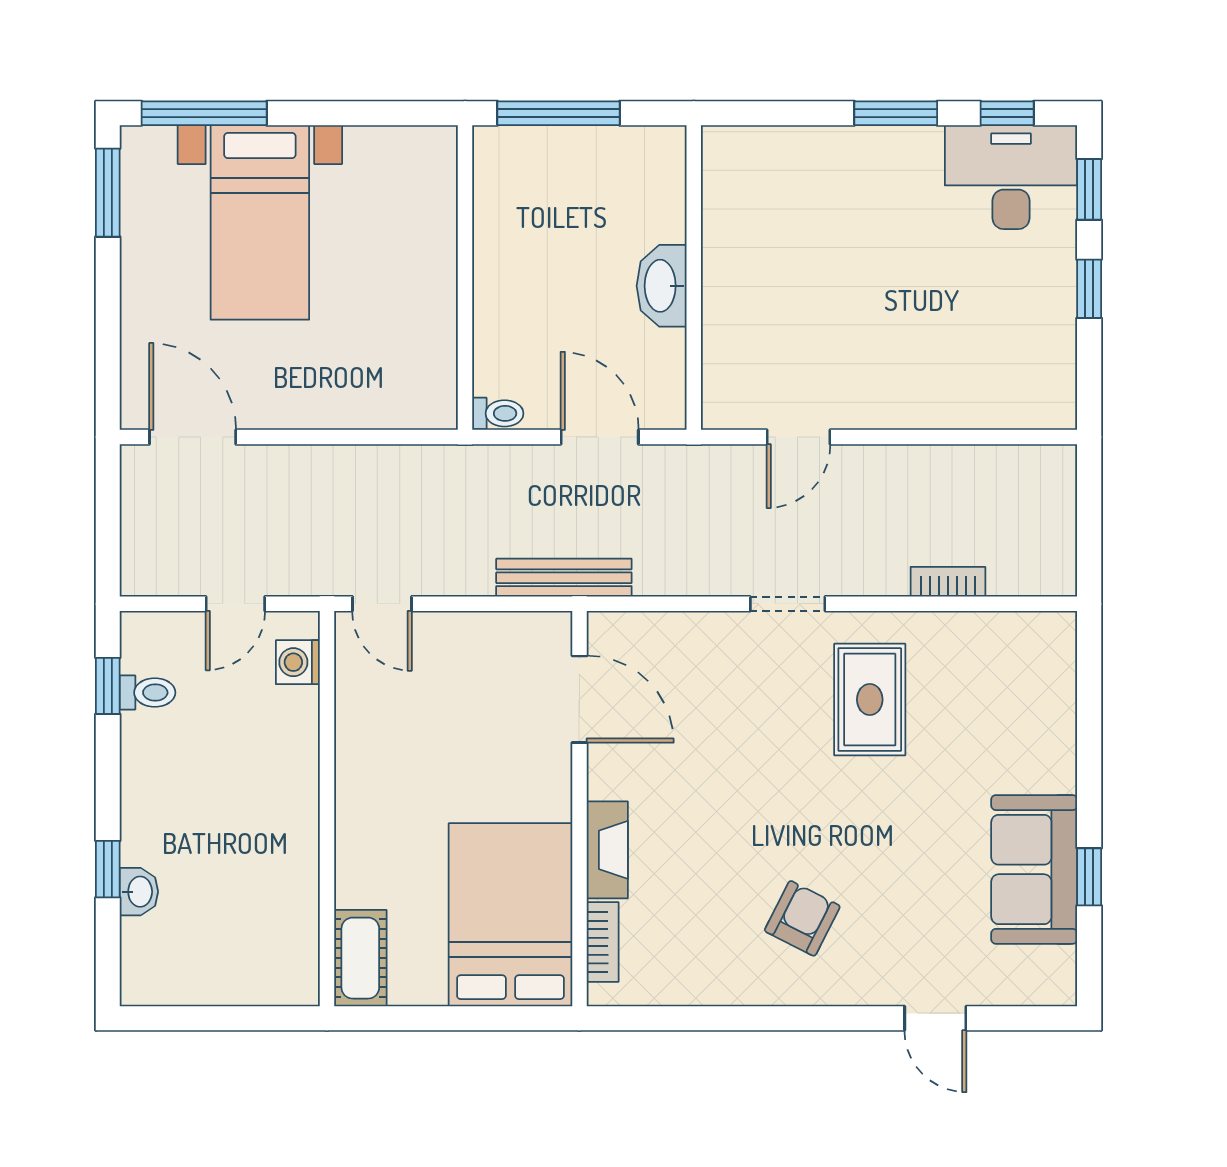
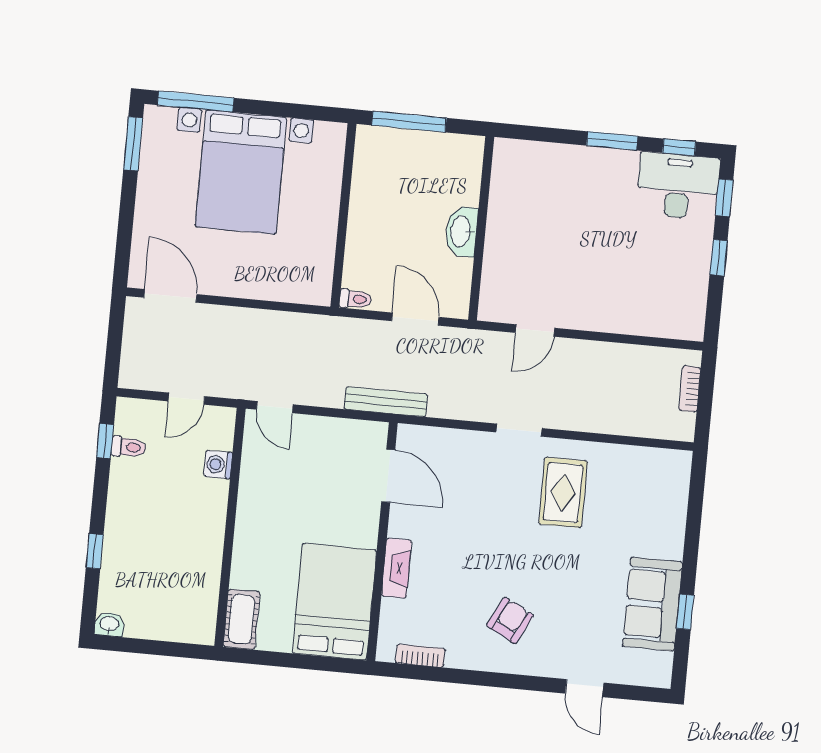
bed with nightstands: (260, 222) -> (241, 172), width x1.36
bookcase: (948, 582) -> (690, 389), moved, turned -90
washing machine: (298, 662) -> (218, 465), moved
washbasin: (139, 892) -> (109, 624), moved, turned -90
bookcase: (603, 942) -> (420, 656), moved, turned -90

